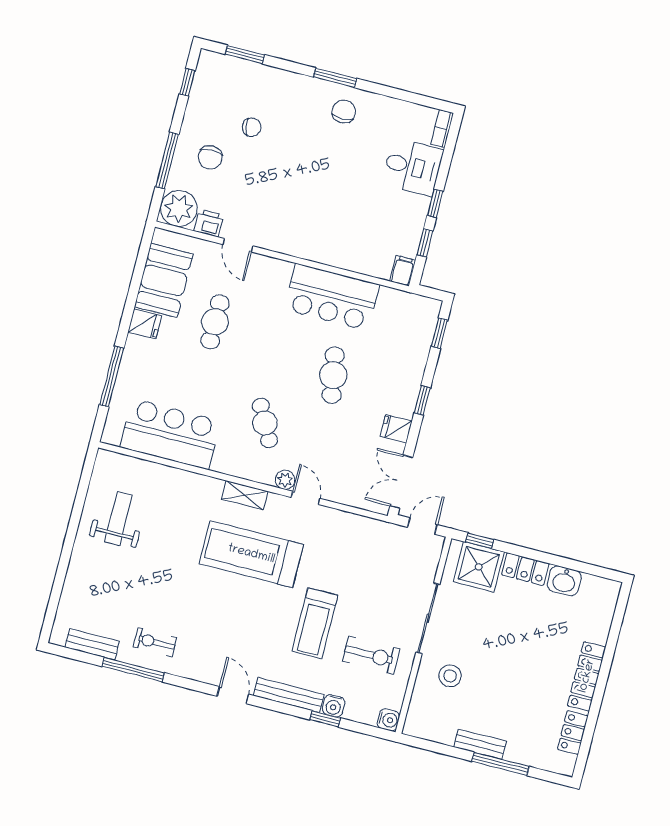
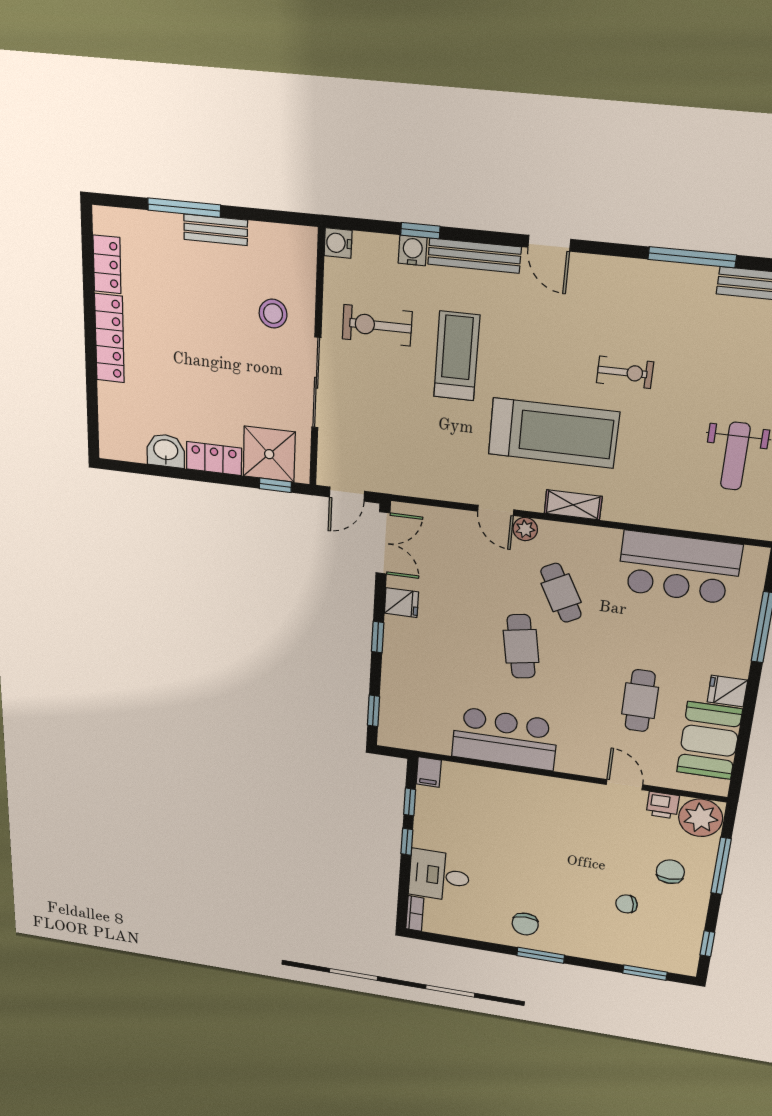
cafe table: (333, 375) -> (521, 646), moved
exercise bike: (155, 642) -> (625, 372), moved

